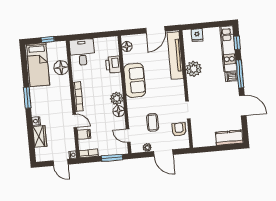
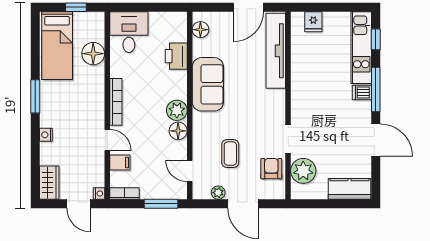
plant: (194, 69) -> (303, 171), moved
wardrobe: (40, 136) -> (49, 183), moved

